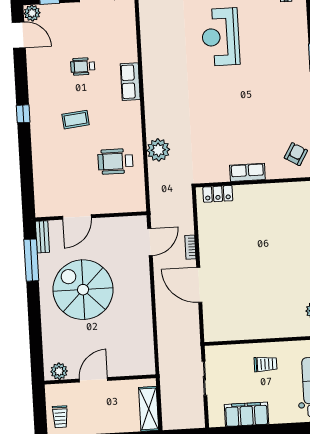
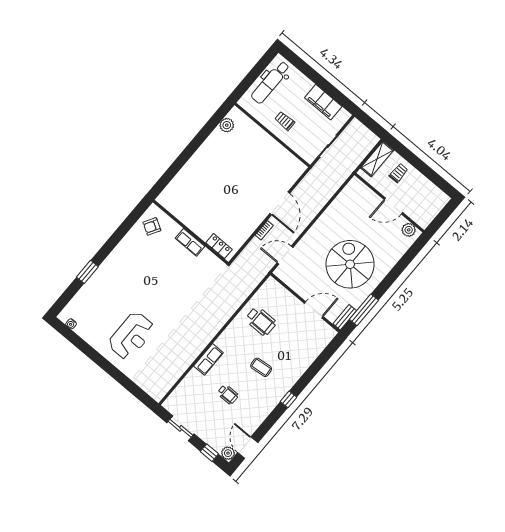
plant: (158, 150) -> (230, 304), removed
spiral stairs: (83, 290) -> (350, 264), turned 180
trolley: (60, 417) -> (398, 173), moved

